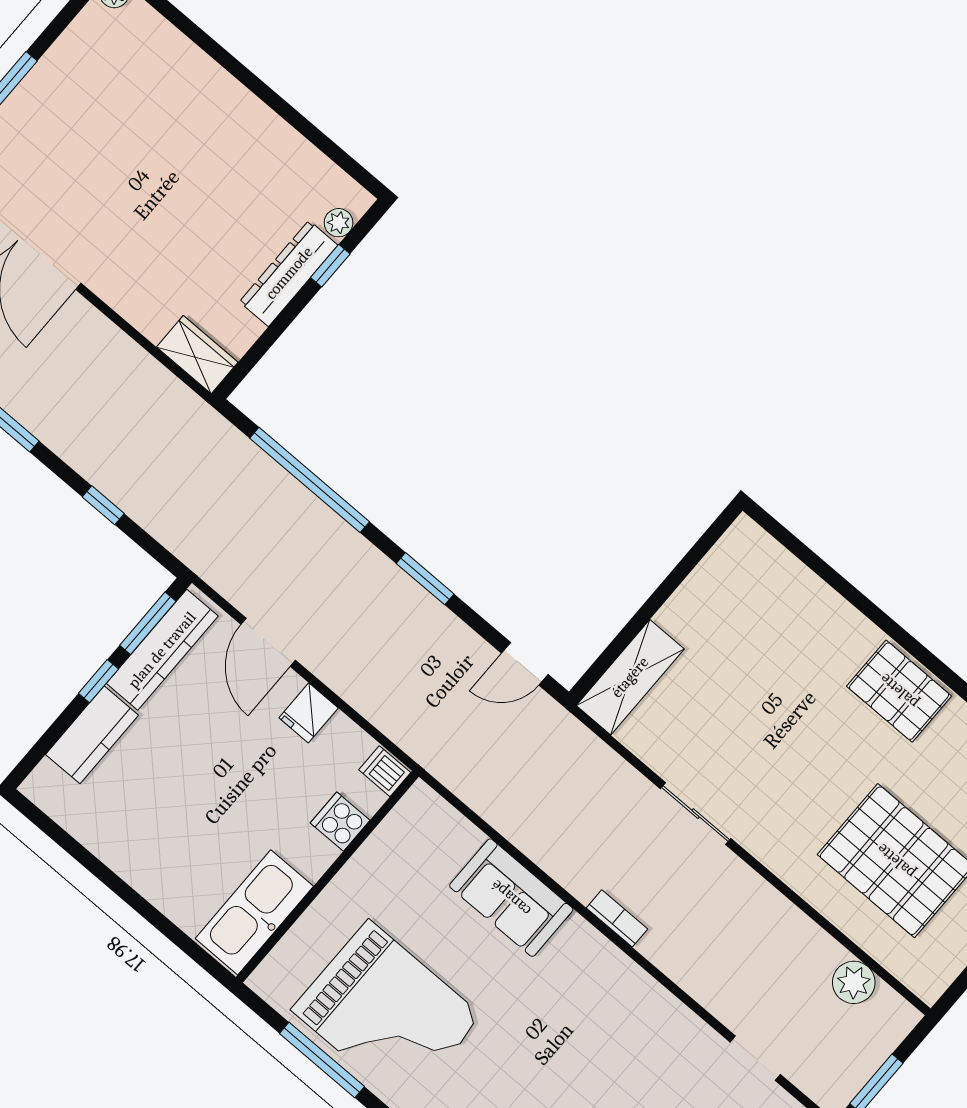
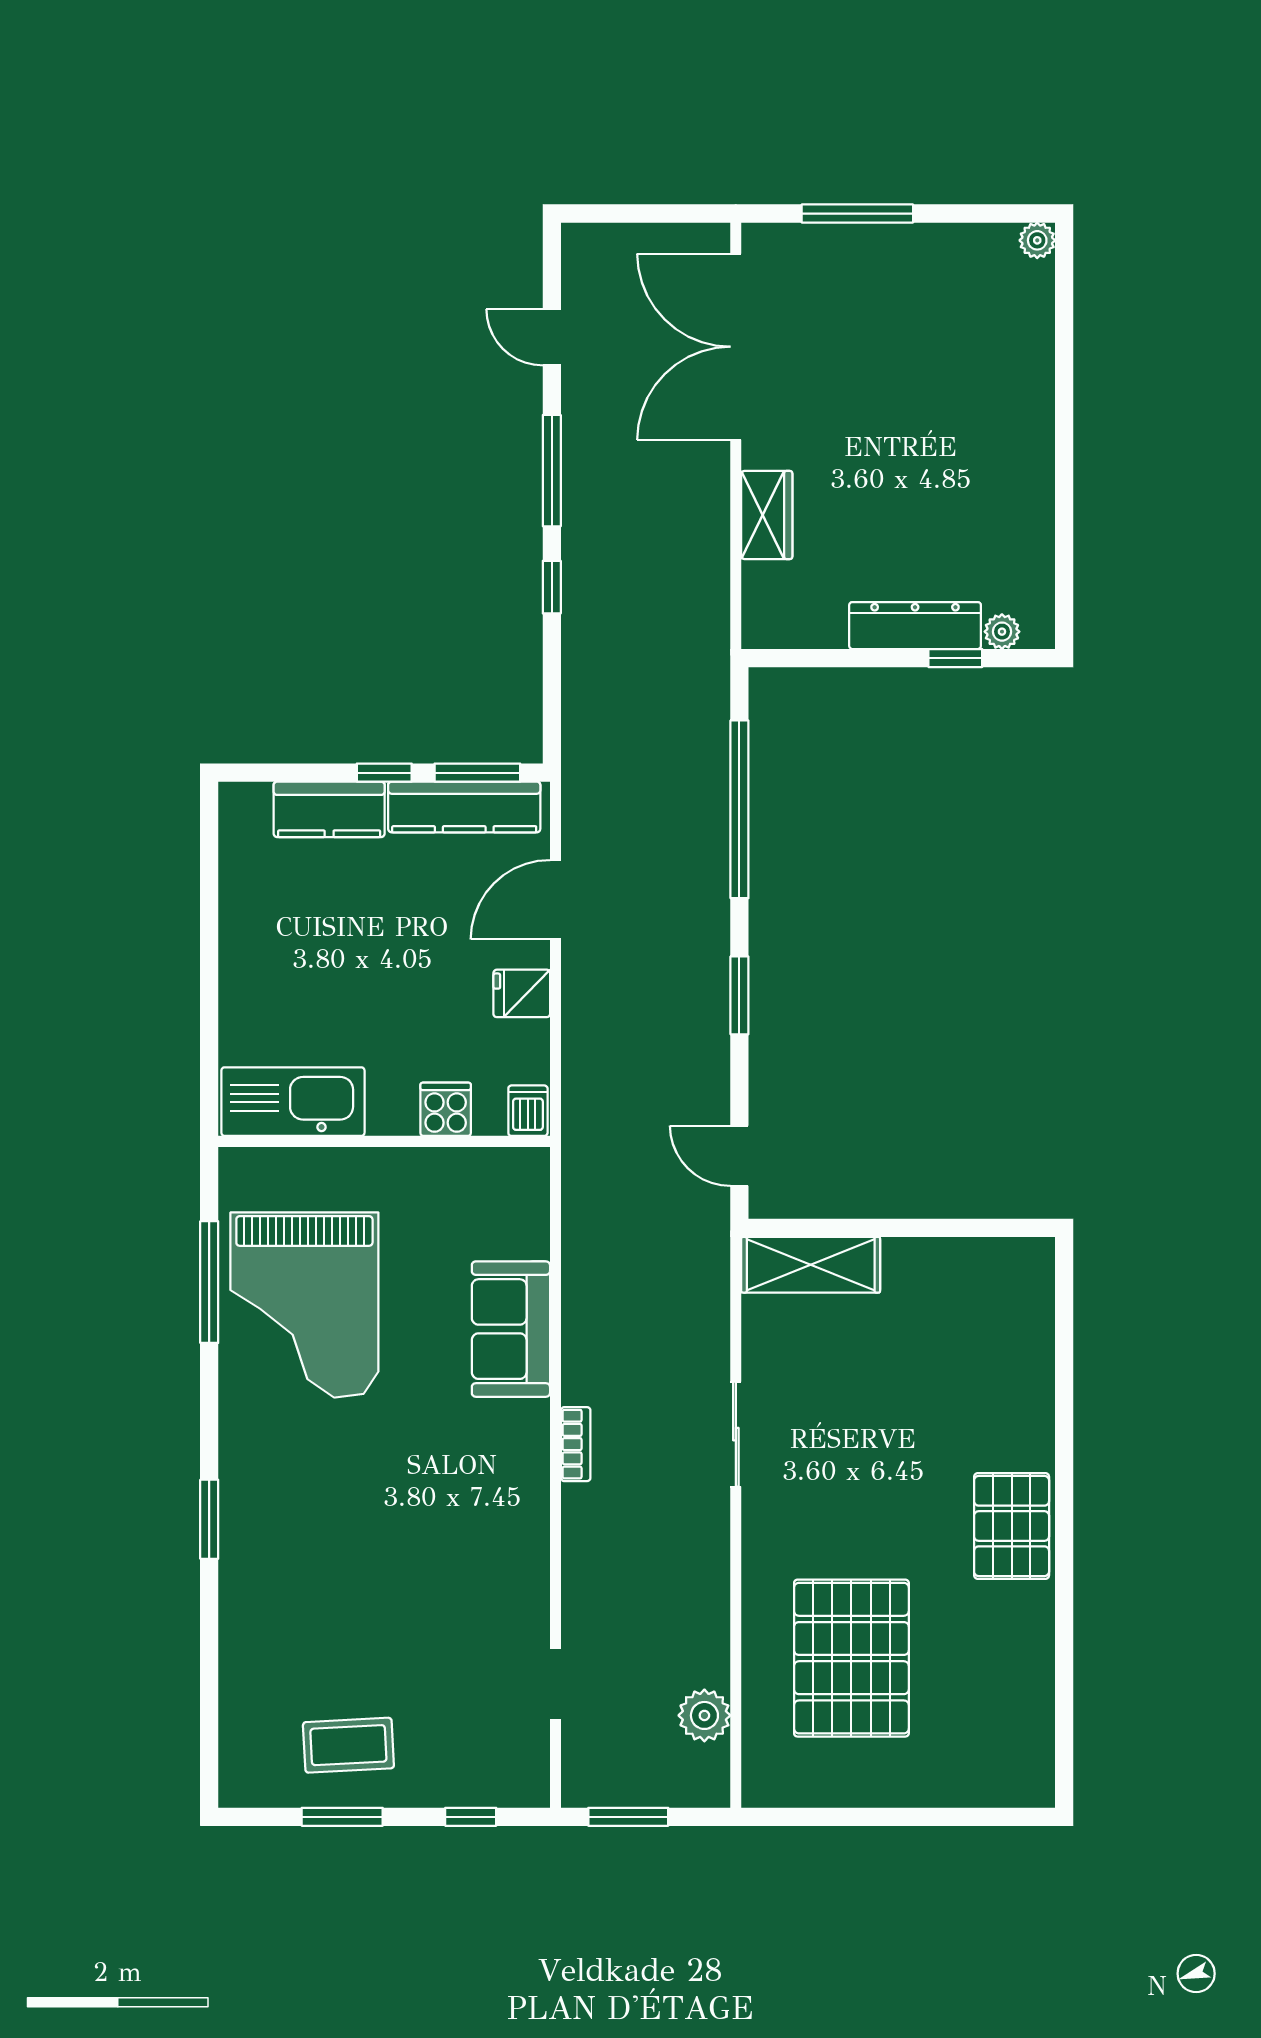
wardrobe: (197, 355) -> (767, 515), moved
window: (103, 505) -> (552, 587), moved

